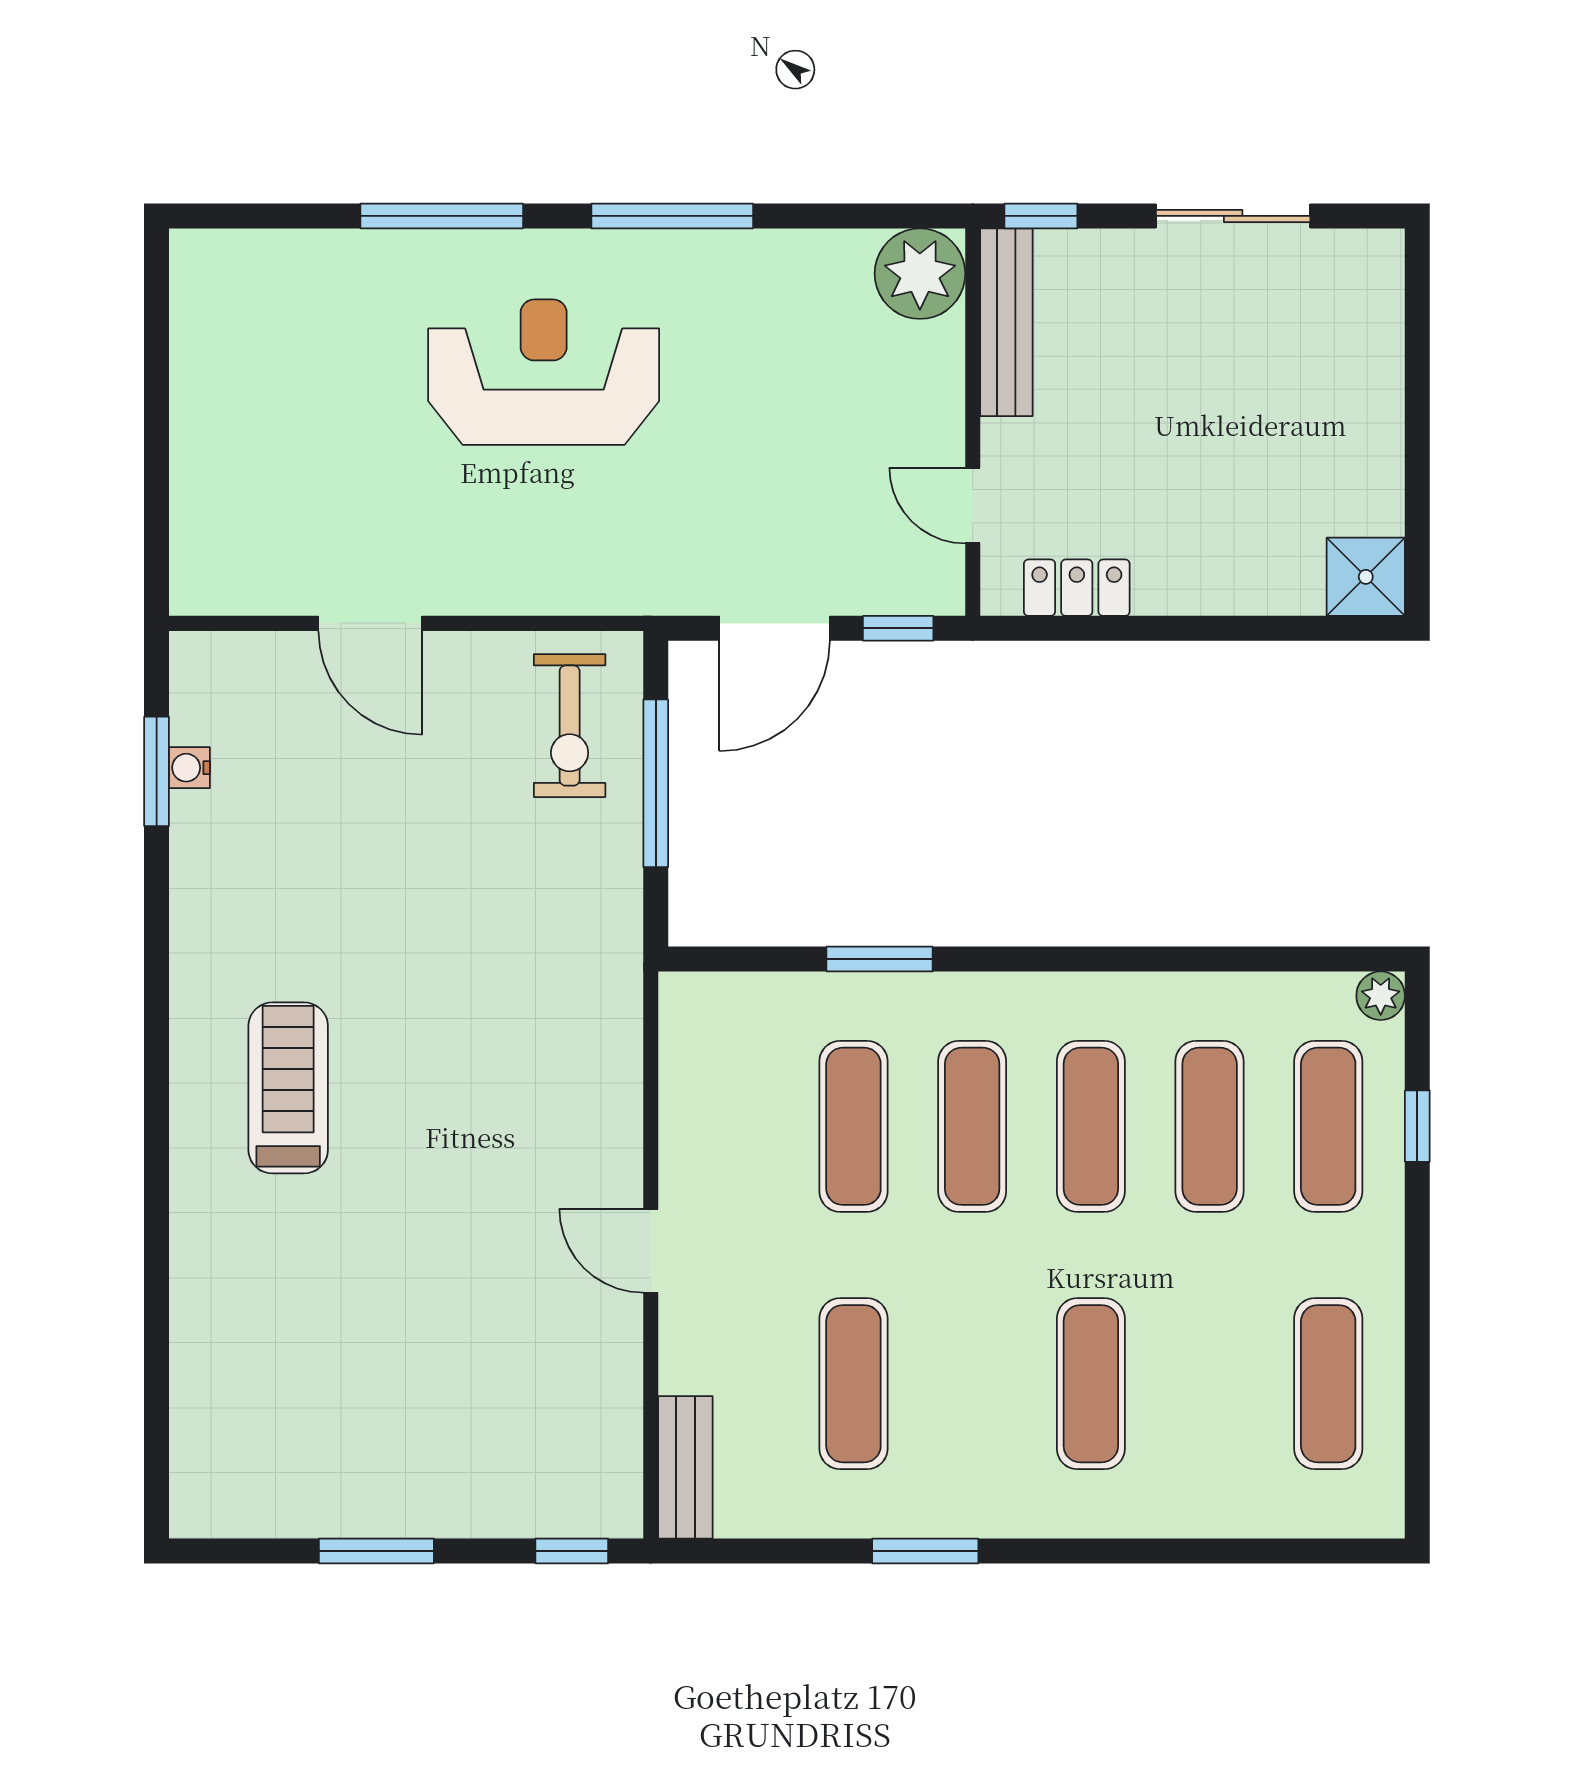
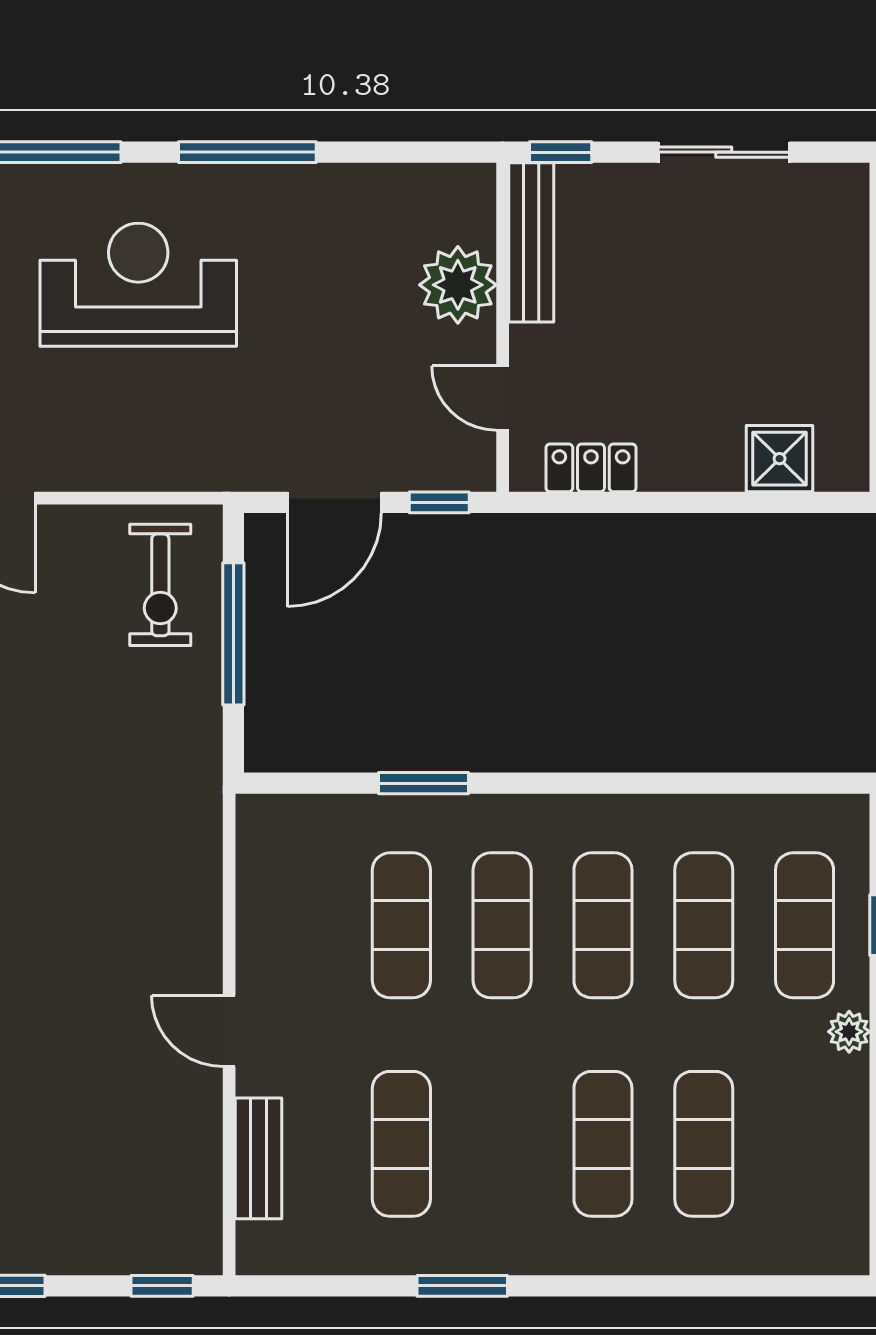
plant: (920, 274) -> (458, 285), moved
shower: (1366, 577) -> (780, 459), moved
plant: (1381, 996) -> (849, 1032), moved
exercise mat: (1328, 1384) -> (704, 1144), moved
bench: (685, 1467) -> (259, 1158), moved

